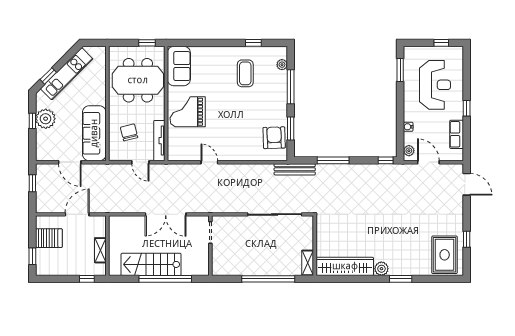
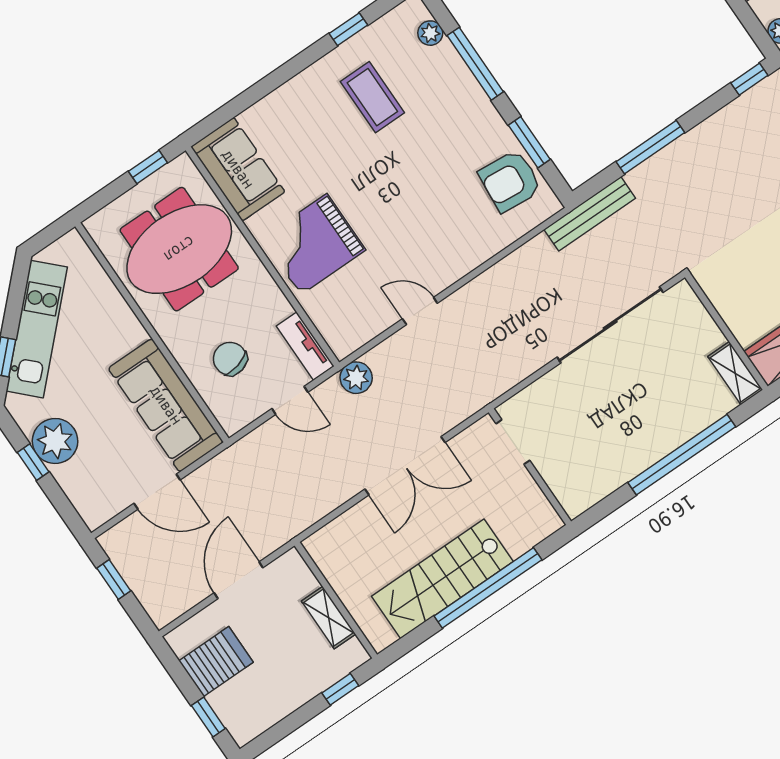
armchair: (274, 138) -> (510, 181), turned -83
tv unit: (159, 141) -> (305, 346), width x0.71
plant: (170, 171) -> (356, 378), added

